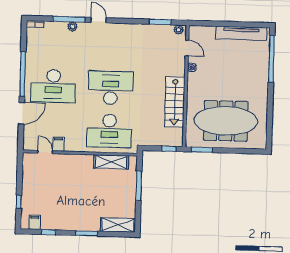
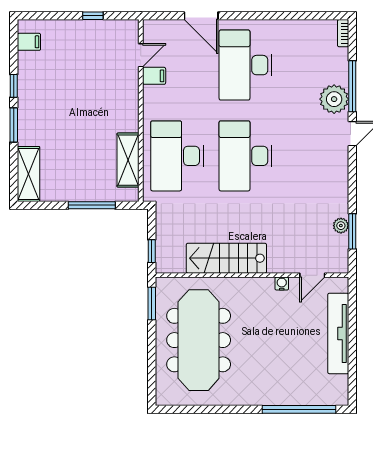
plant: (72, 27) -> (334, 99), width x1.87, depth x1.87
plant: (179, 30) -> (341, 226), moved
tv unit: (241, 33) -> (338, 333), moved
window: (23, 74) -> (263, 16), removed
desk: (111, 88) -> (246, 156), turned 180
window: (19, 202) -> (93, 16), moved
window: (49, 232) -> (14, 86), moved

